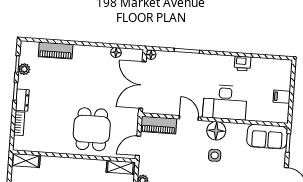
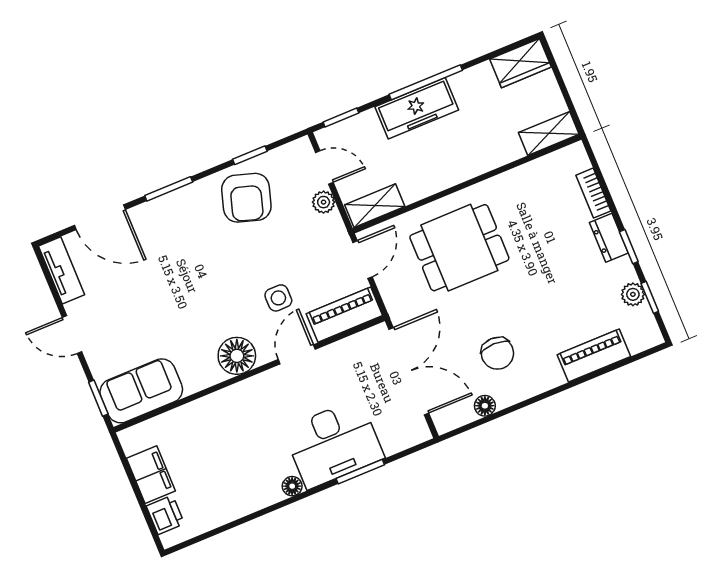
floor lamp: (151, 55) -> (292, 486), moved
printer: (242, 64) -> (165, 515), moved, turned 90
chair: (98, 73) -> (497, 353), added
filing cabinet: (282, 97) -> (151, 475), width x2.00
desk: (225, 102) -> (333, 444), moved, turned 180
door: (189, 118) -> (297, 354), swing flipped
dining table: (92, 129) -> (459, 248), turned 90
side table: (215, 155) -> (278, 298), moved

